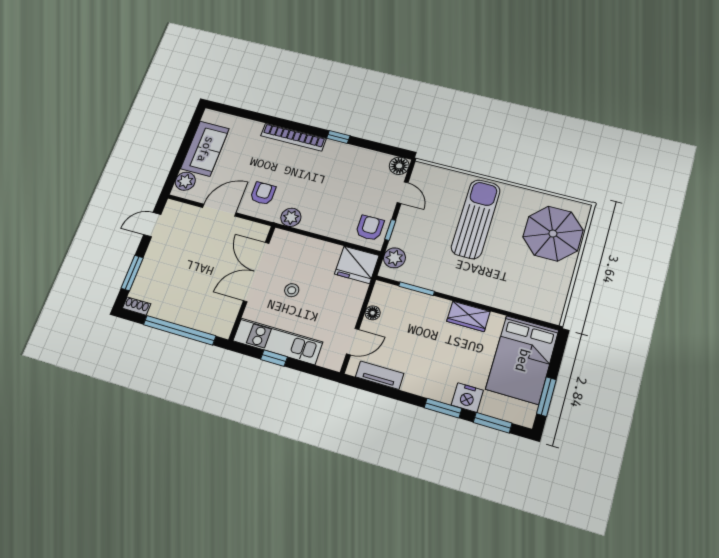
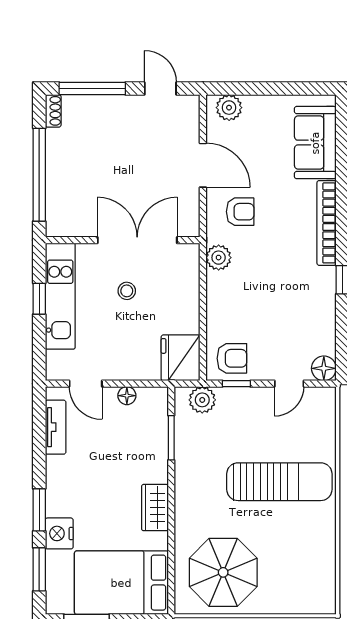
sofa: (205, 149) -> (315, 143), moved, turned 90
parasol: (553, 234) -> (223, 572), moved
window: (132, 273) -> (92, 89), width x1.44

